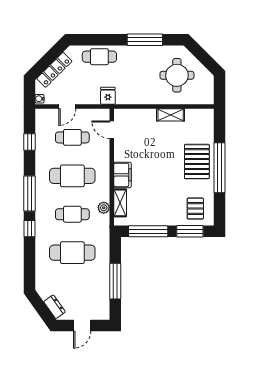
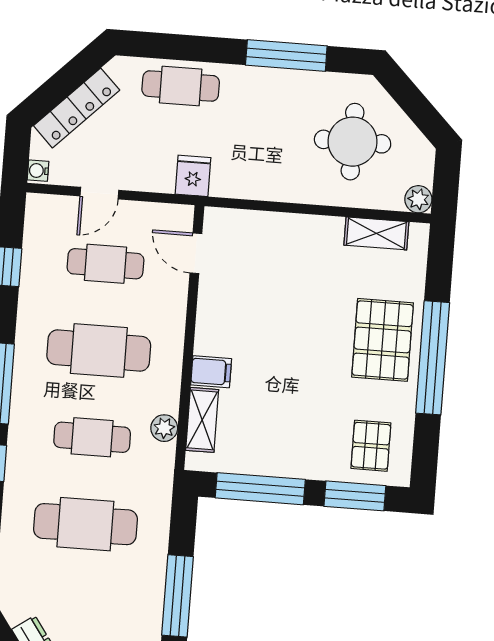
plant: (208, 98) -> (418, 199), added
shelving: (171, 115) -> (376, 233), moved
filing cabinet: (122, 175) -> (211, 372), width x0.50

